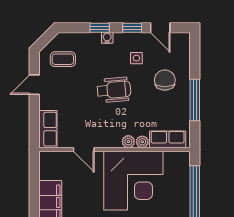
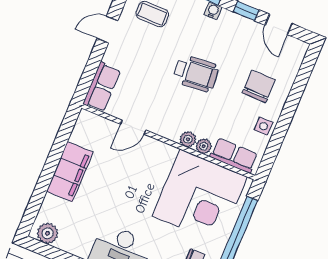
side table: (136, 58) -> (263, 126), moved
window: (195, 100) -> (283, 123), removed
door: (84, 150) -> (133, 127), hinge flipped
corner desk: (133, 181) -> (200, 197), moved

